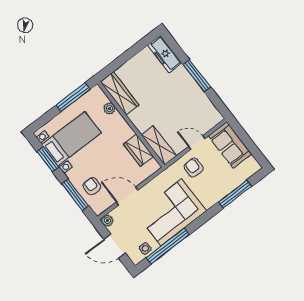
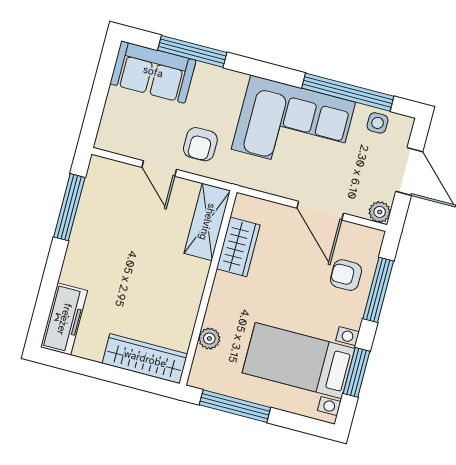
window: (197, 76) -> (69, 207), moved
wardrobe: (119, 93) -> (145, 359), moved, turned 90
sofa: (230, 145) -> (153, 72), moved, turned 90
armchair: (92, 186) -> (346, 275), turned 90

